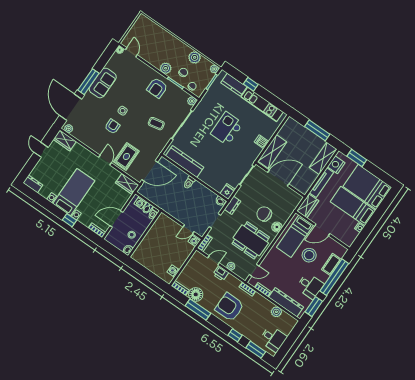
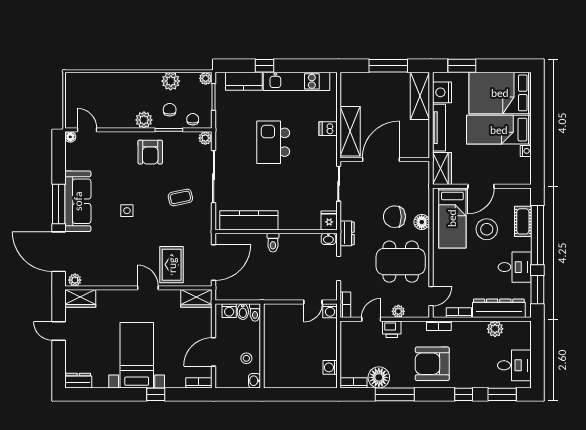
sofa: (103, 83) -> (78, 201), width x1.36
armchair: (112, 126) -> (128, 239), removed

